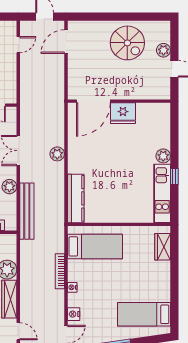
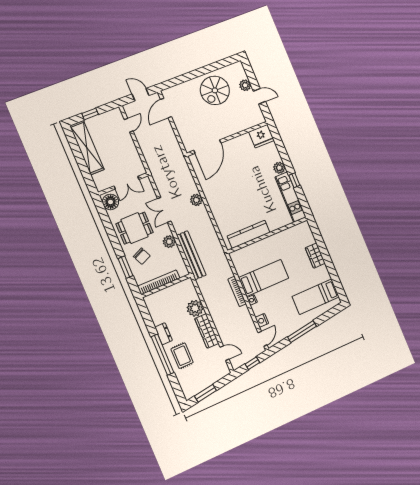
spiral stairs: (127, 43) -> (215, 90), turned 90
fridge: (123, 113) -> (261, 136), moved
kitchen counter: (76, 198) -> (249, 234), moved, turned -90
bed: (95, 246) -> (264, 278), moved
wardrobe: (163, 247) -> (315, 256), moved

